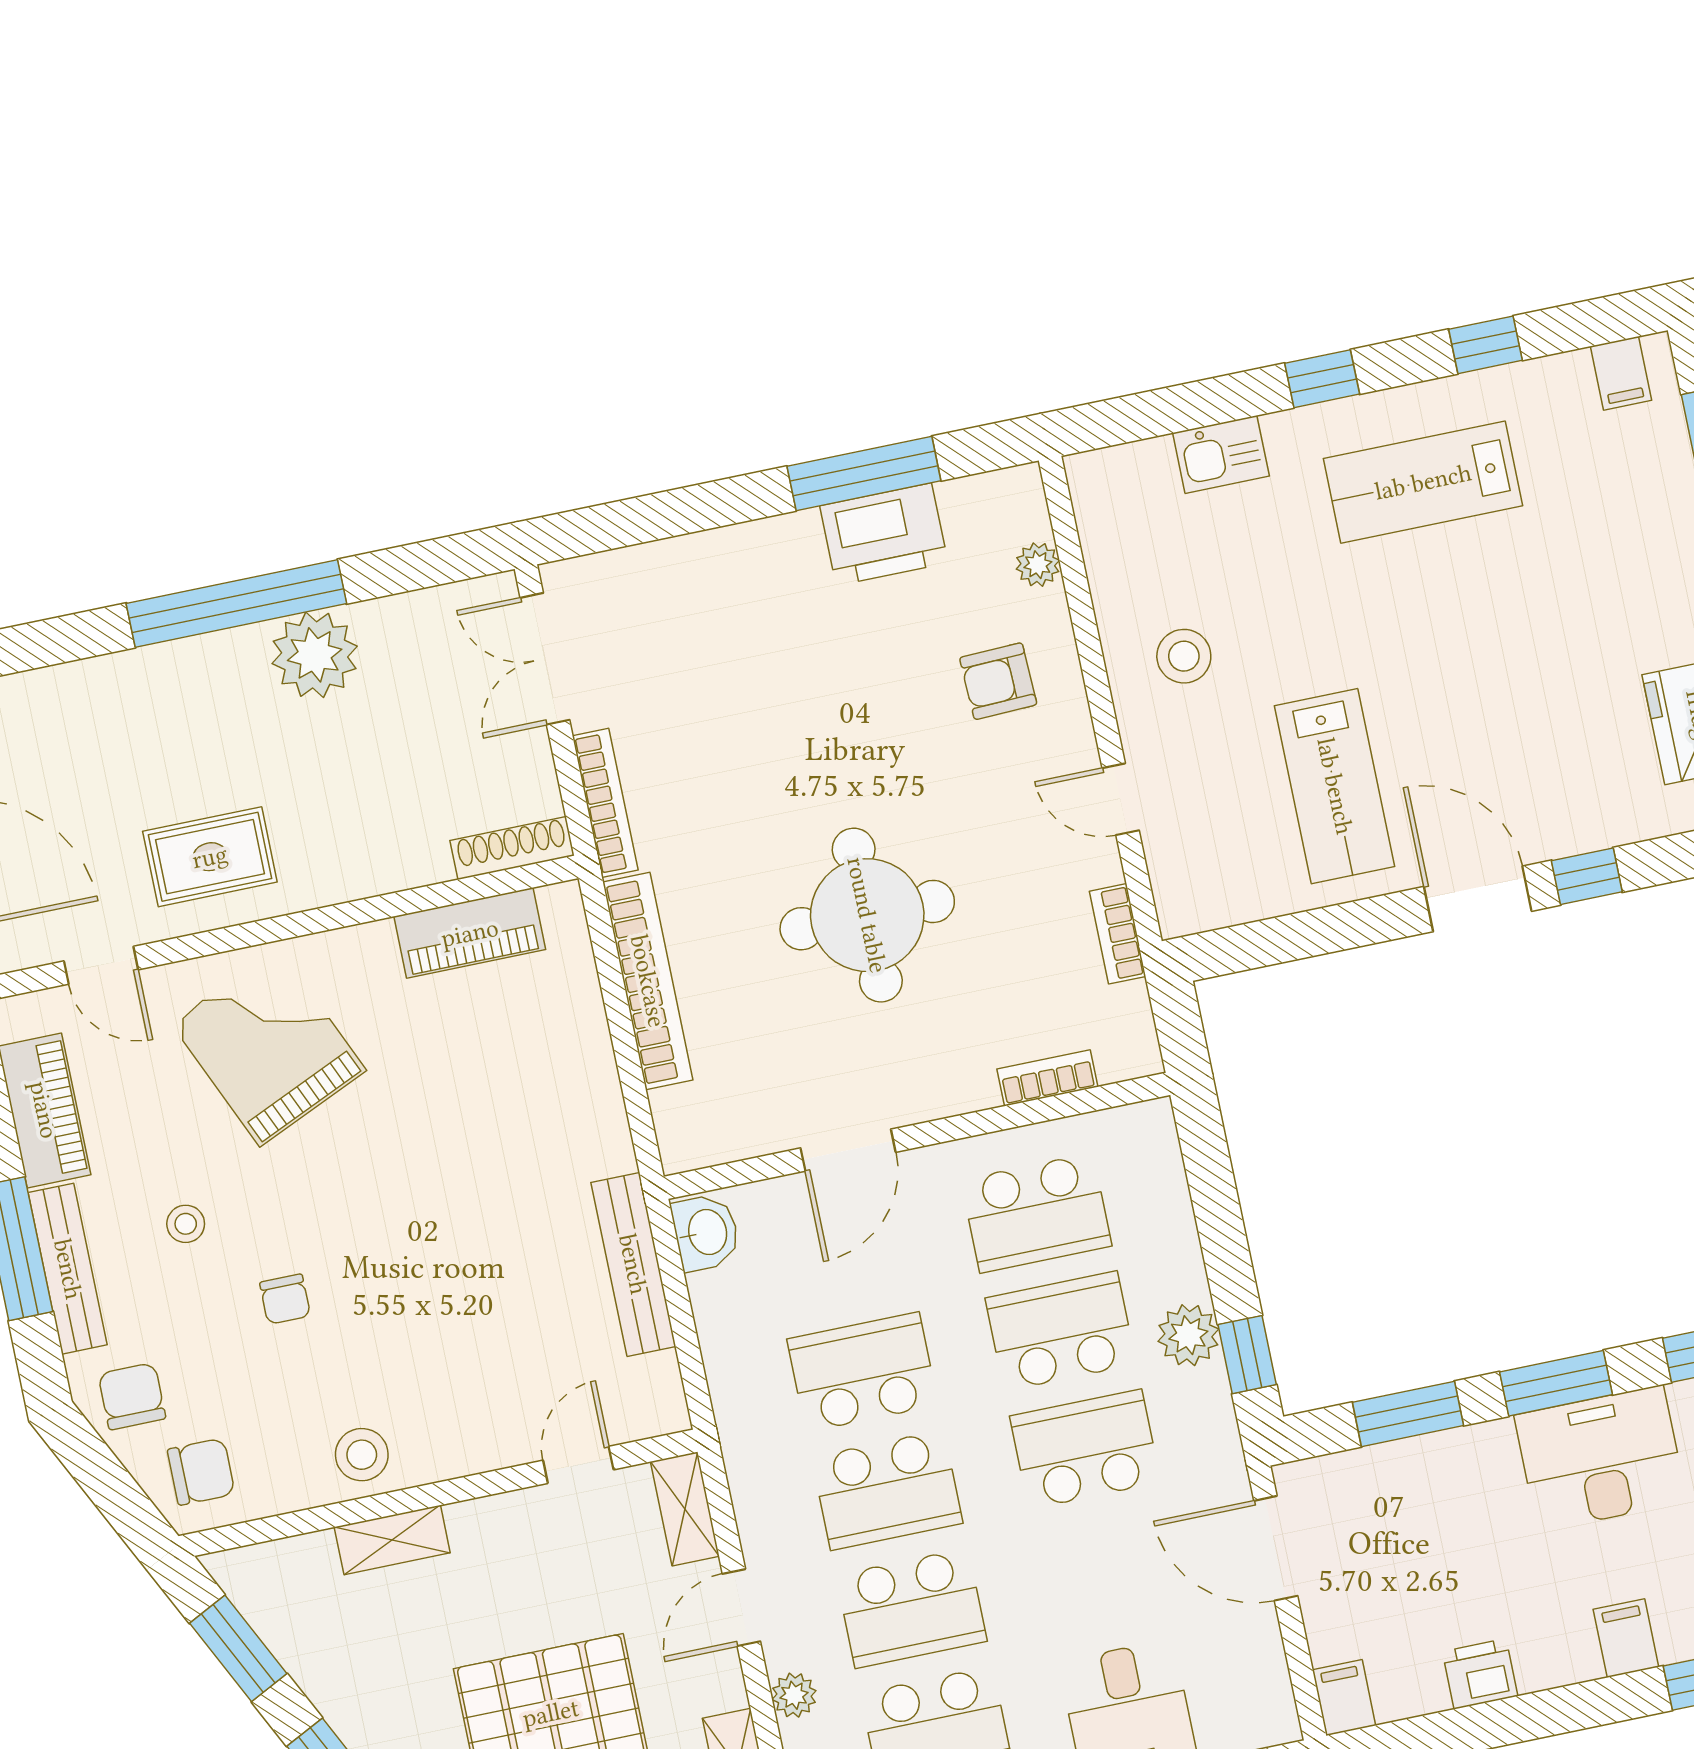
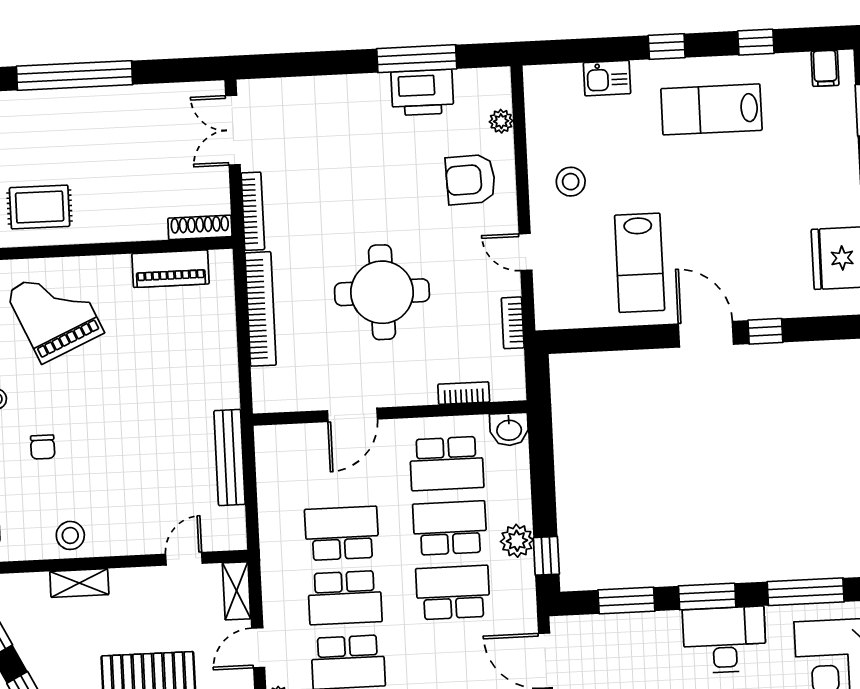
plant: (315, 655) -> (112, 109), removed
armchair: (998, 681) -> (471, 179), width x1.38, depth x1.38
washbasin: (706, 1232) -> (509, 429), moved, turned 90

